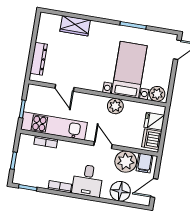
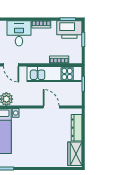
wardrobe: (75, 26) -> (75, 154), moved, turned -90
printer: (28, 175) -> (69, 29), added

